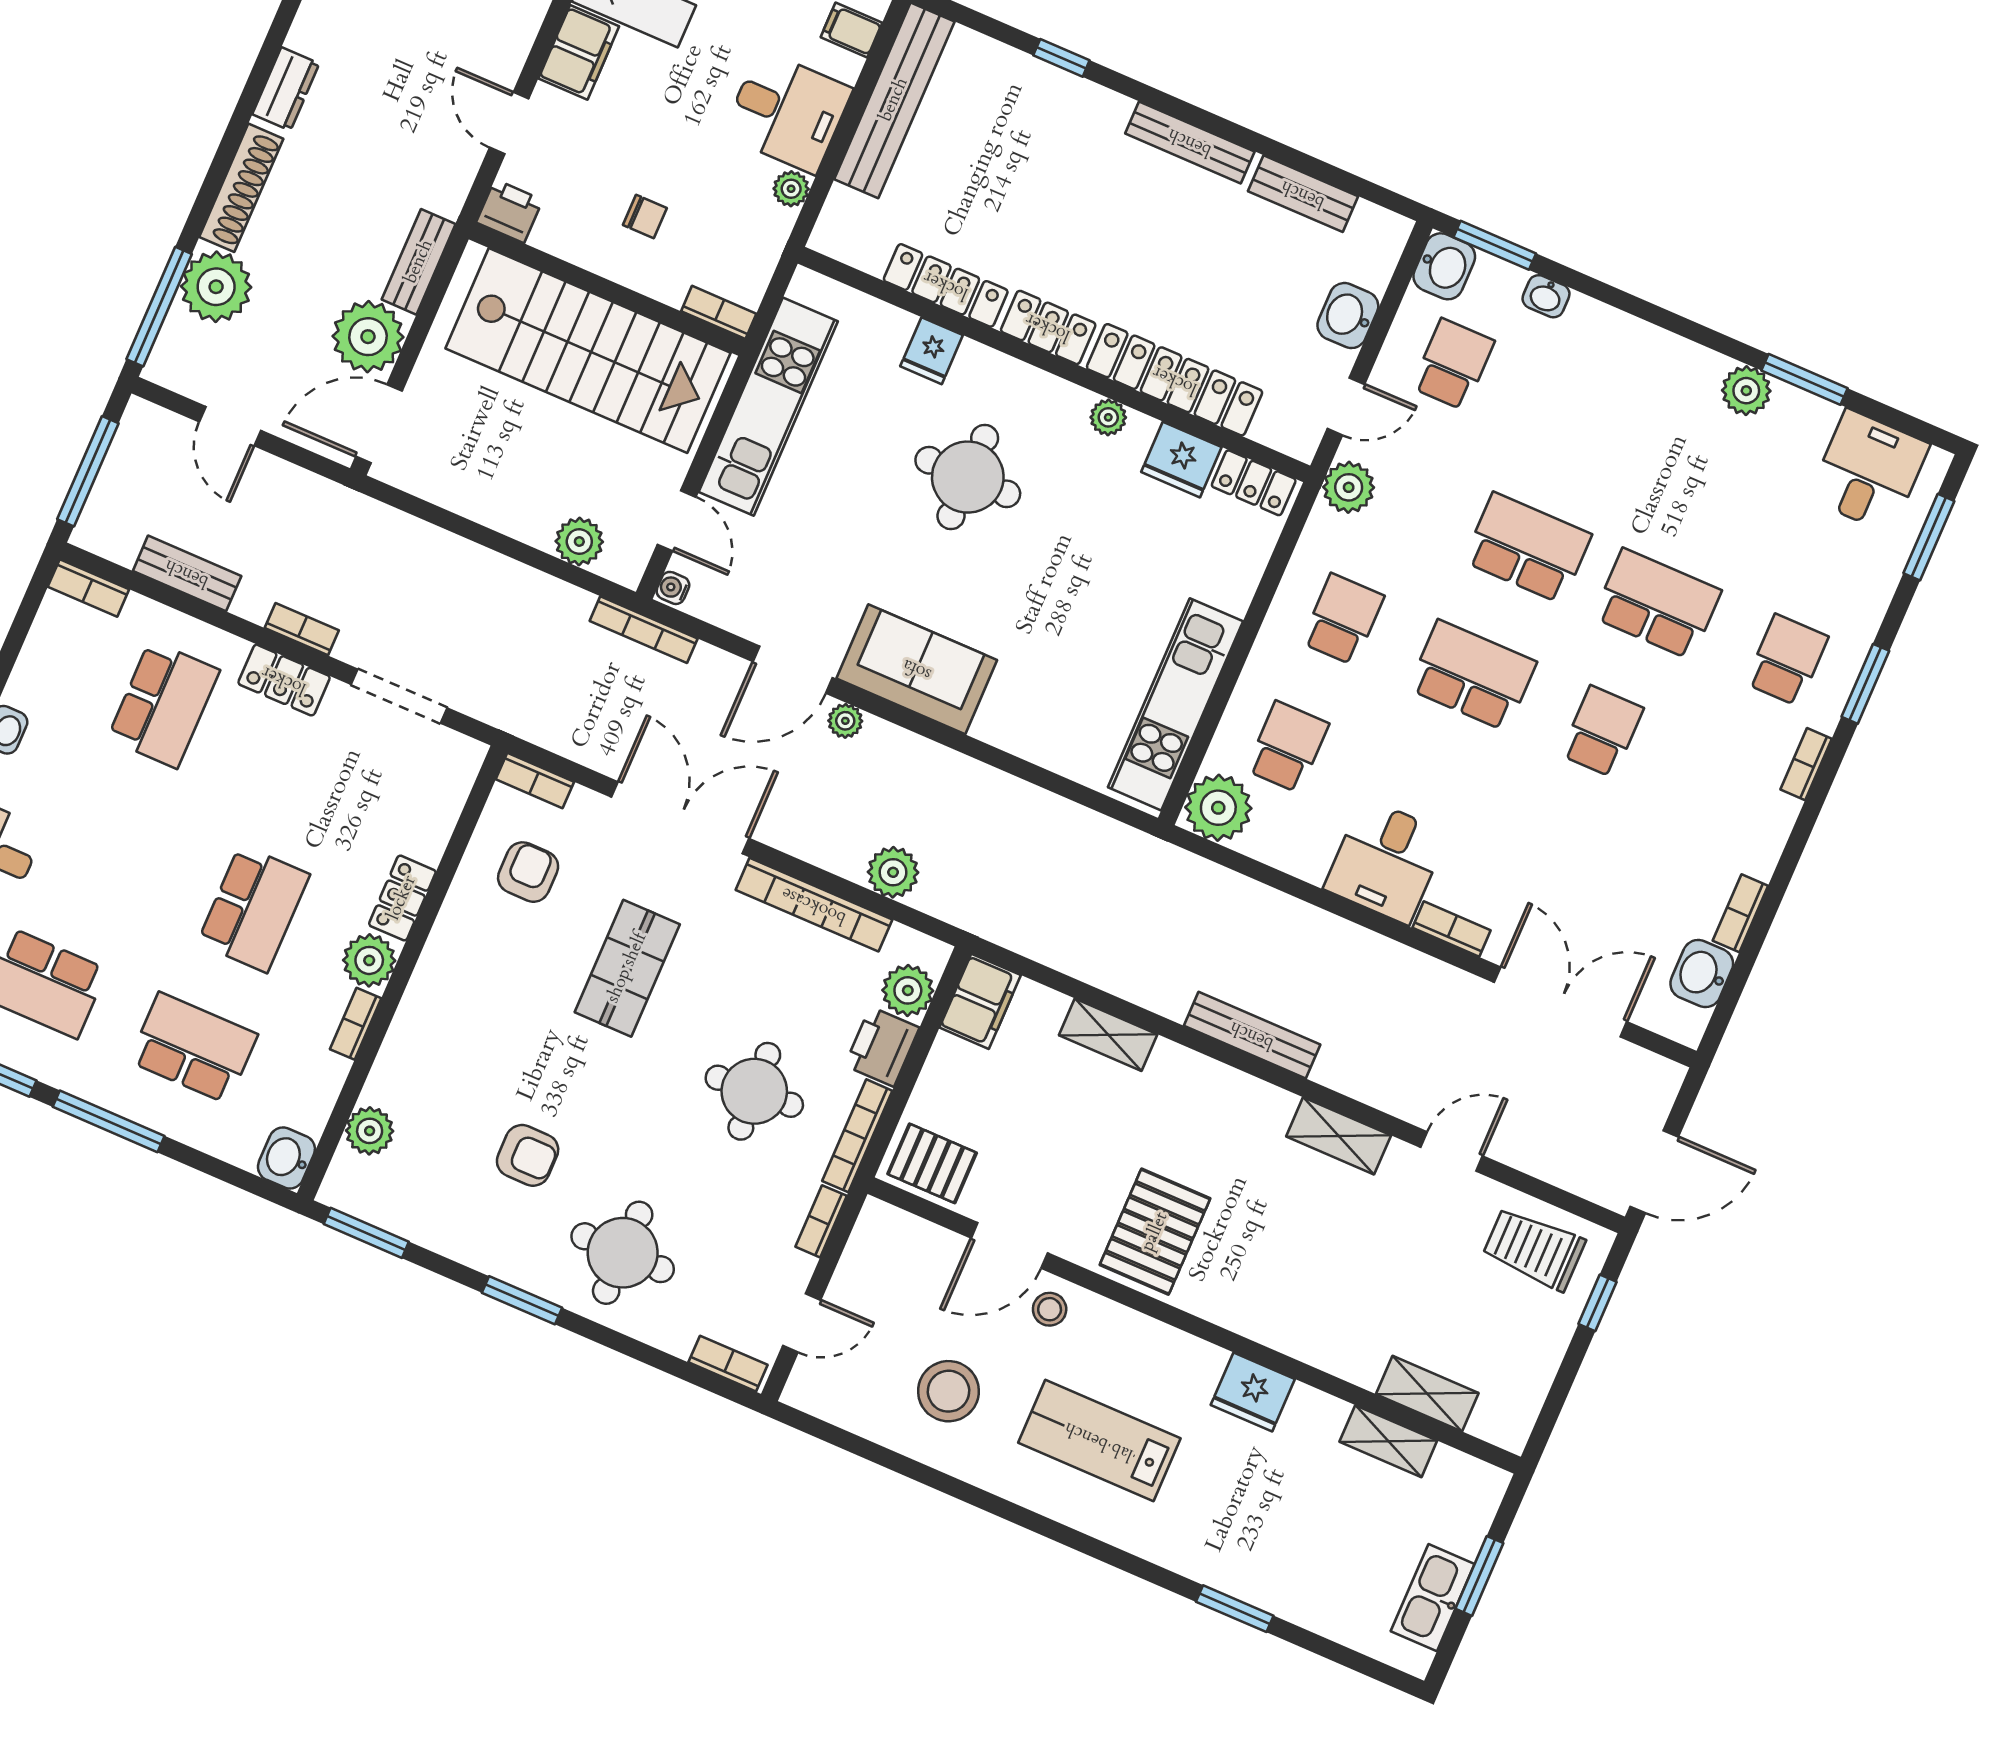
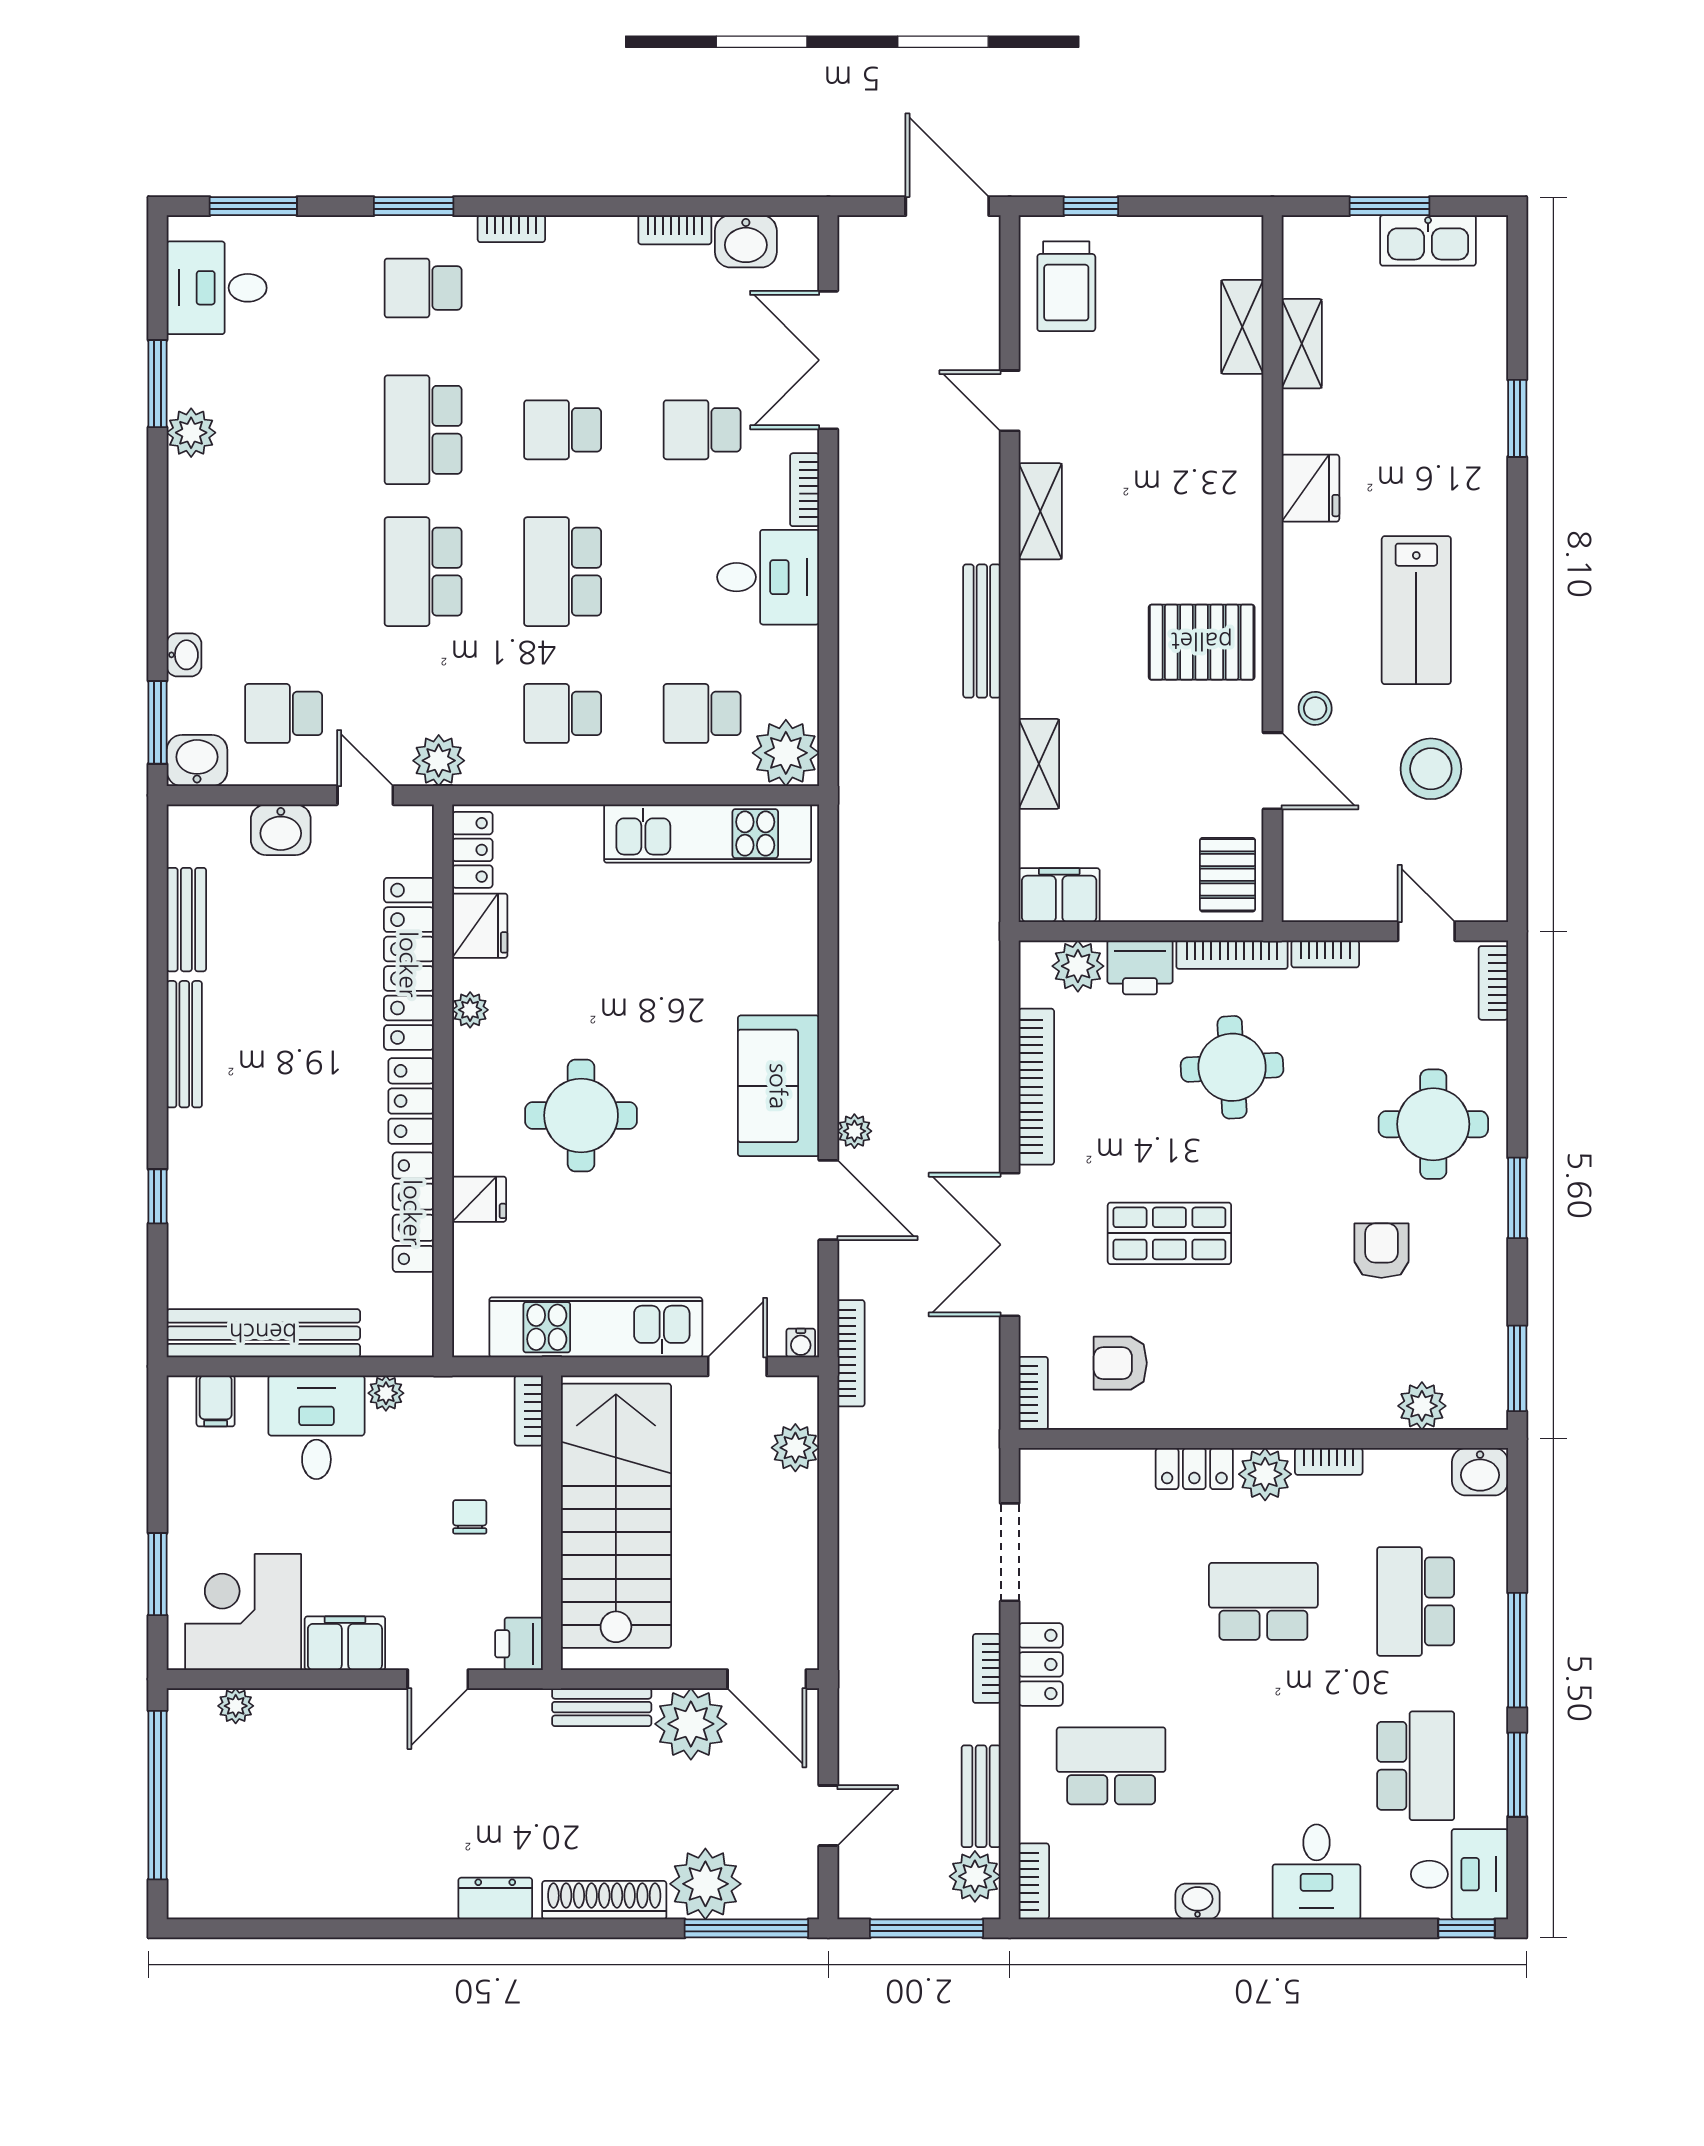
school desk: (1547, 859) -> (702, 430), added
plant: (893, 872) -> (975, 1876), moved

